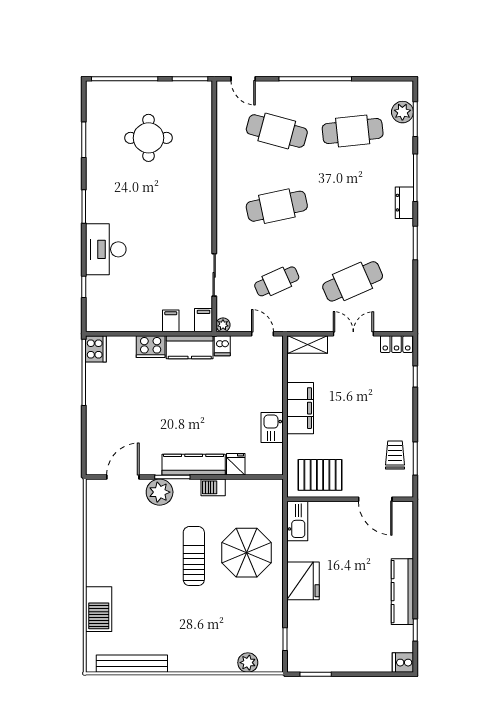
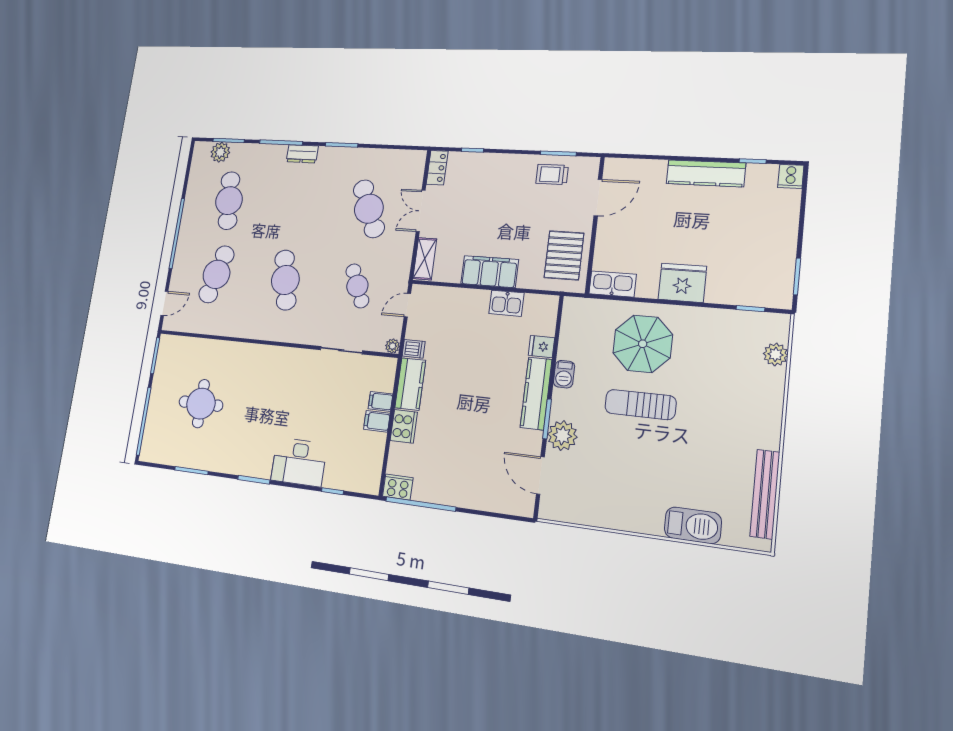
filing cabinet: (203, 320) -> (377, 421), moved

